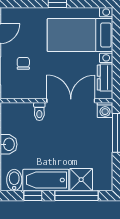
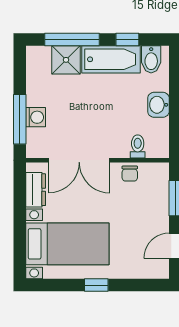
chair: (23, 63) -> (130, 174), moved
washing machine: (105, 110) -> (36, 117), moved, turned 90
toilet: (39, 112) -> (138, 146), moved

